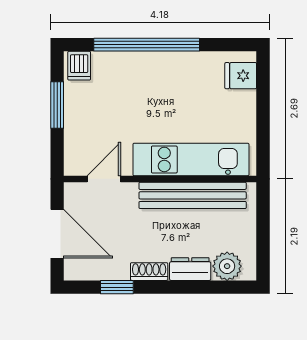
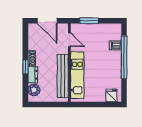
dishwasher: (79, 66) -> (116, 45), moved
window: (57, 105) -> (89, 21), moved
door: (57, 234) -> (47, 21), hinge flipped
window: (117, 287) -> (25, 67), moved

